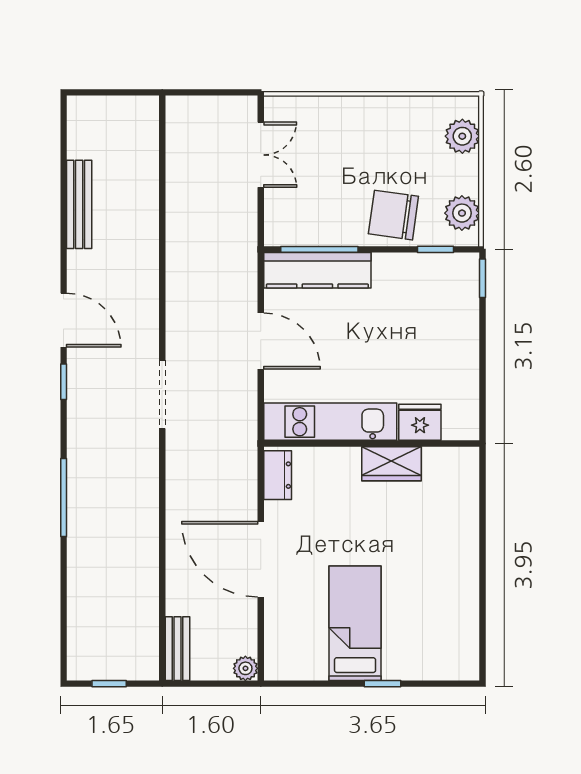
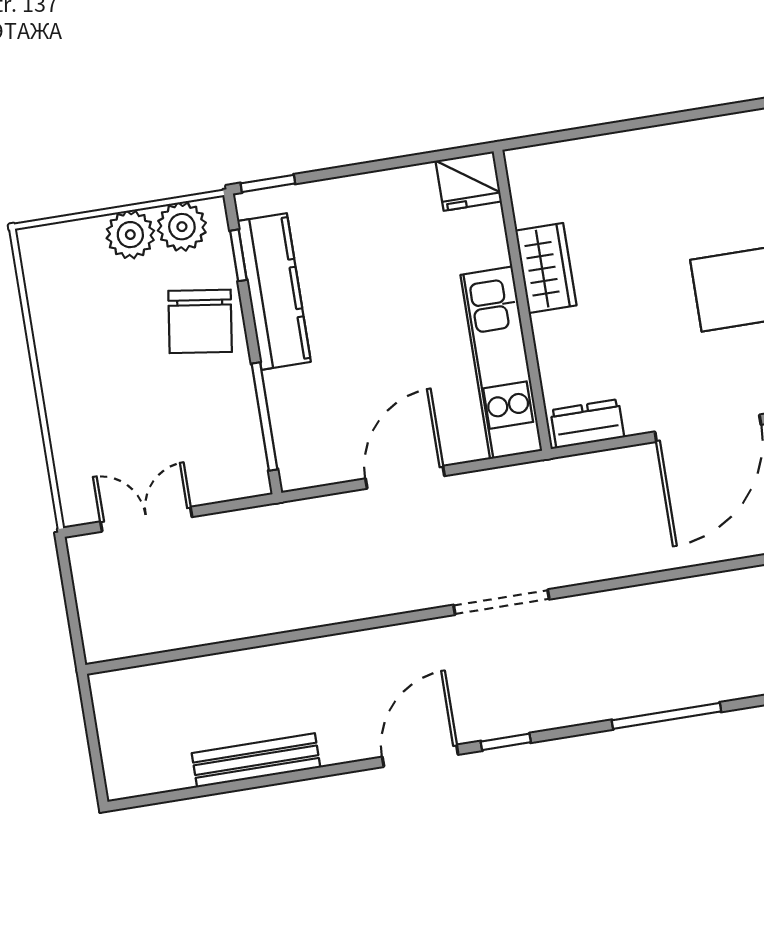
plant: (462, 136) -> (130, 235), moved
kitchen counter: (317, 270) -> (274, 291), moved
fridge: (420, 422) -> (469, 181), moved, turned -90

